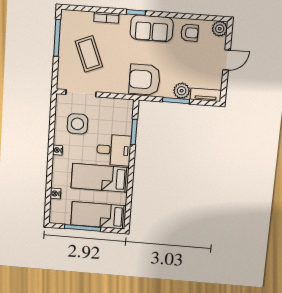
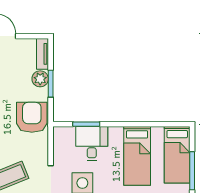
armchair: (145, 80) -> (32, 117), turned 180
desk: (114, 150) -> (92, 144), moved

